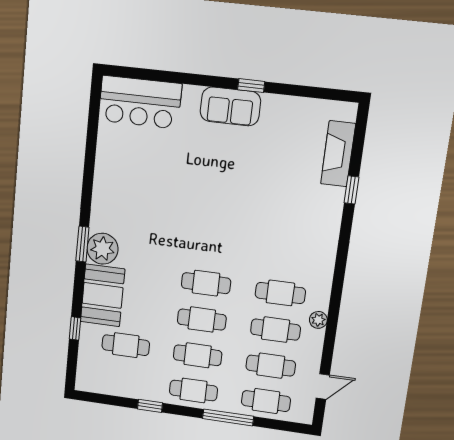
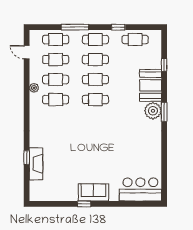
fireplace: (338, 154) -> (36, 164), moved
cafe table: (126, 345) -> (135, 40), moved
door: (323, 386) -> (27, 52), hinge flipped

